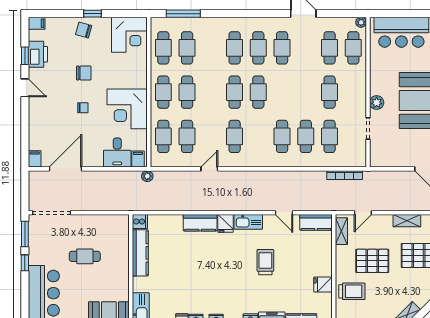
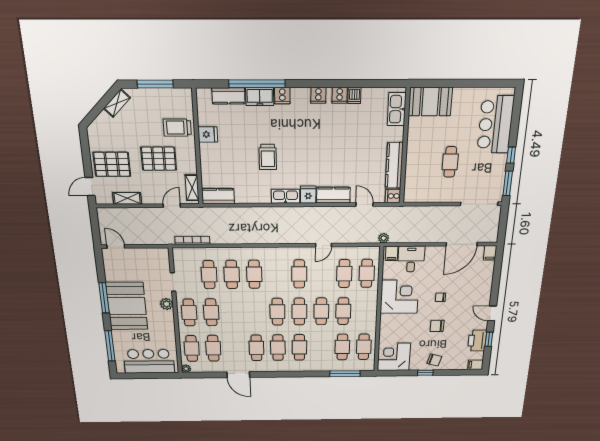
cafe table: (163, 92) -> (321, 311), moved
cafe table: (353, 92) -> (189, 313), added
door: (284, 213) -> (365, 204), moved
cafe table: (85, 256) -> (450, 162), turned 90

